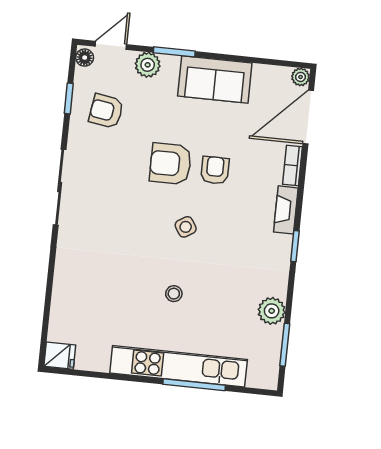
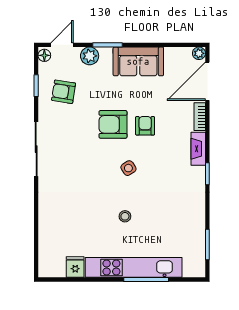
plant: (272, 311) -> (196, 221), removed
fridge: (60, 356) -> (75, 267), moved, turned -90

